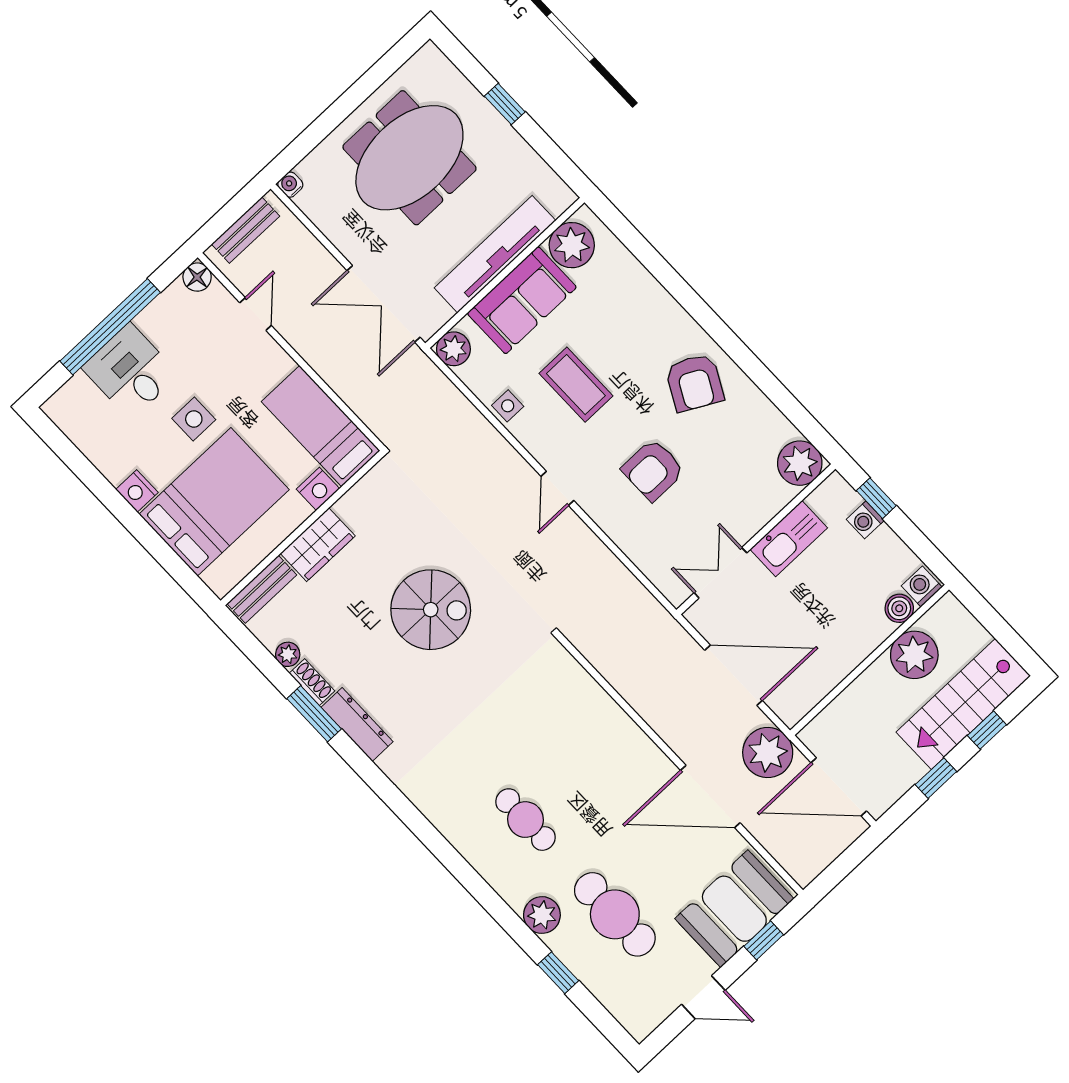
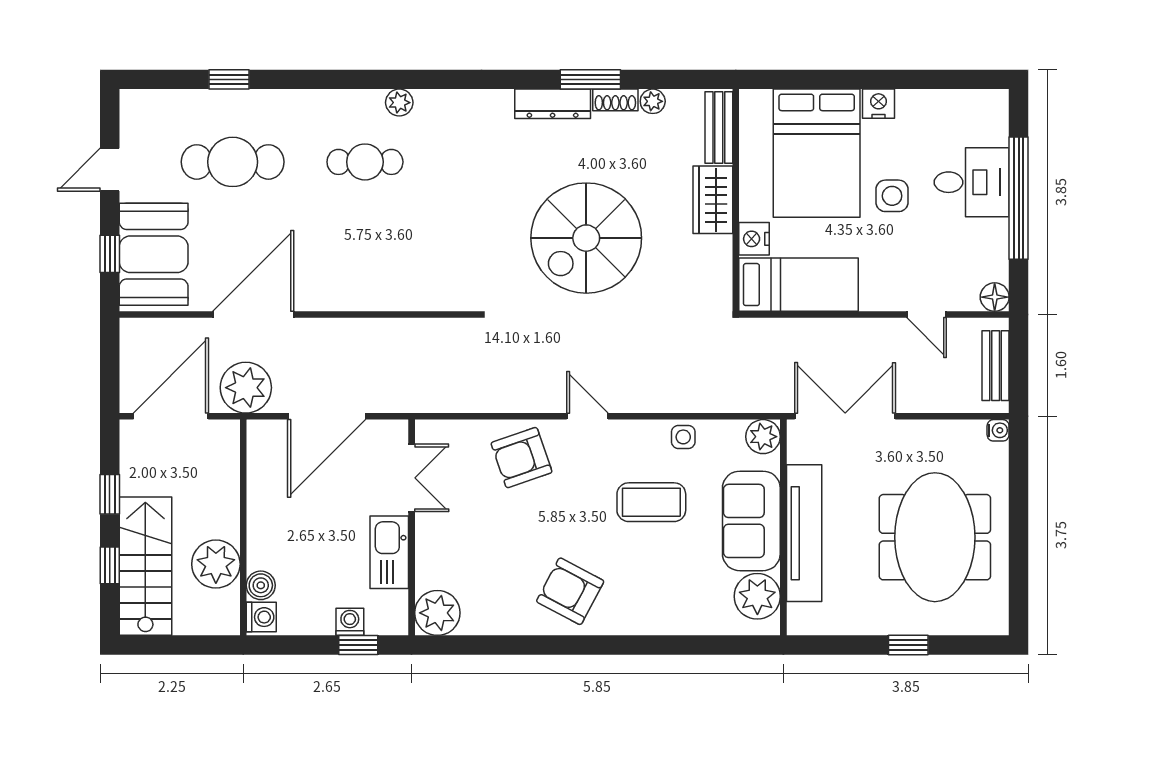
armchair: (653, 470) -> (522, 458), moved, turned -109
spiral stairs: (431, 610) -> (586, 238), width x1.37, depth x1.37
plant: (542, 915) -> (399, 103), moved, width x0.73, depth x0.73

